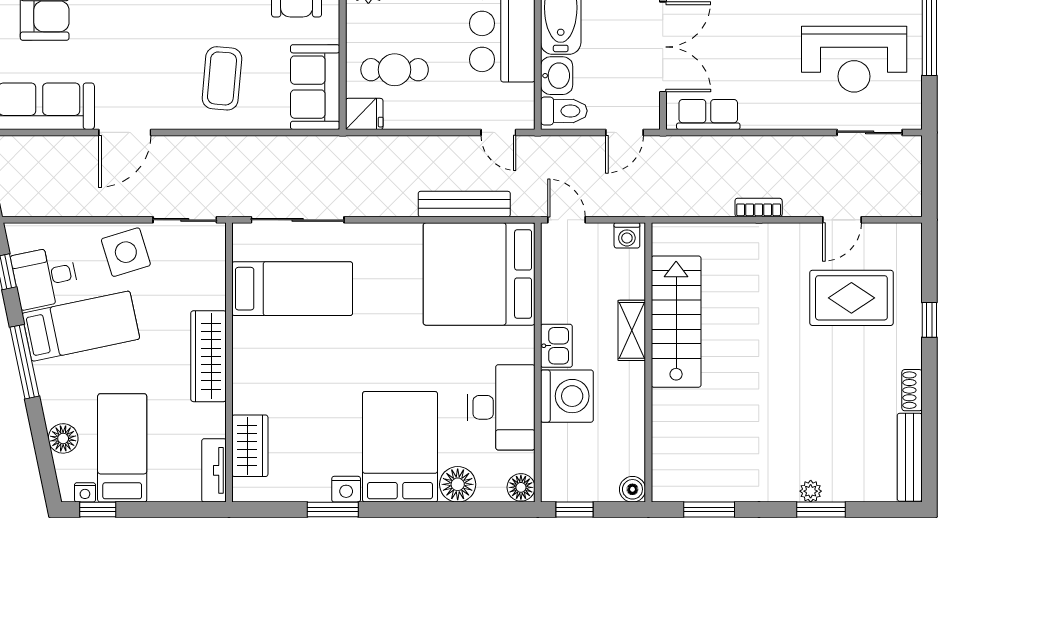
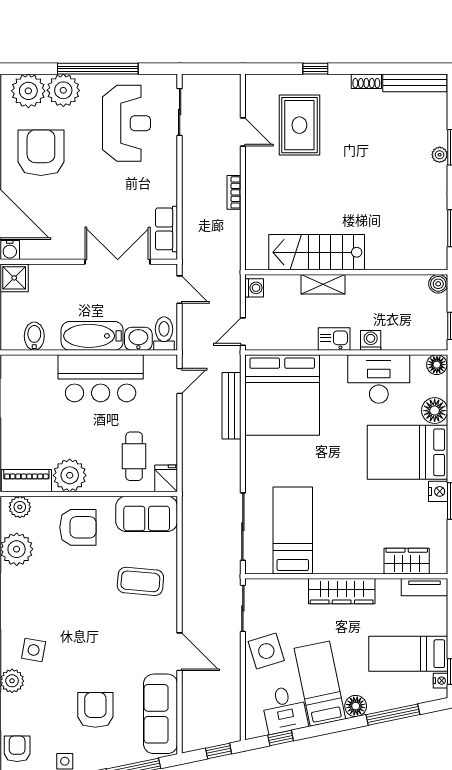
window: (25, 362) -> (393, 715), moved
washing machine: (567, 396) -> (371, 340), width x0.53, depth x0.53
floor lamp: (63, 438) -> (356, 706), moved

